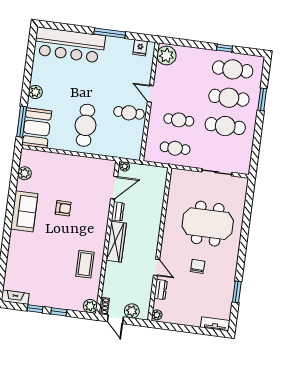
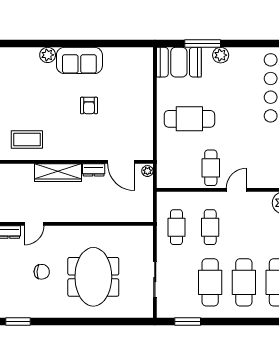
window: (262, 99) -> (188, 322), moved
window: (22, 122) -> (203, 44), moved
plant: (25, 173) -> (48, 55), moved

